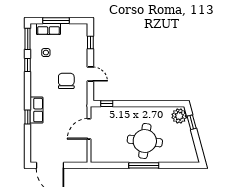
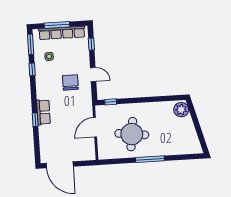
row of seats: (48, 29) -> (62, 33), width x2.02
window: (192, 122) -> (194, 115), removed
round table: (145, 141) -> (132, 134), moved

